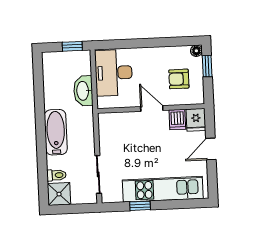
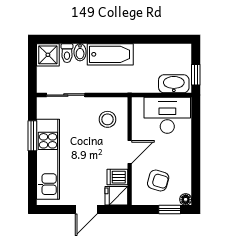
armchair: (179, 79) -> (158, 180), turned 106
washbasin: (83, 91) -> (174, 84), moved
stool: (120, 132) -> (108, 119), added
door: (211, 149) -> (86, 210), swing flipped
bidet: (55, 162) -> (80, 52), added
window: (140, 206) -> (32, 136), width x1.50

